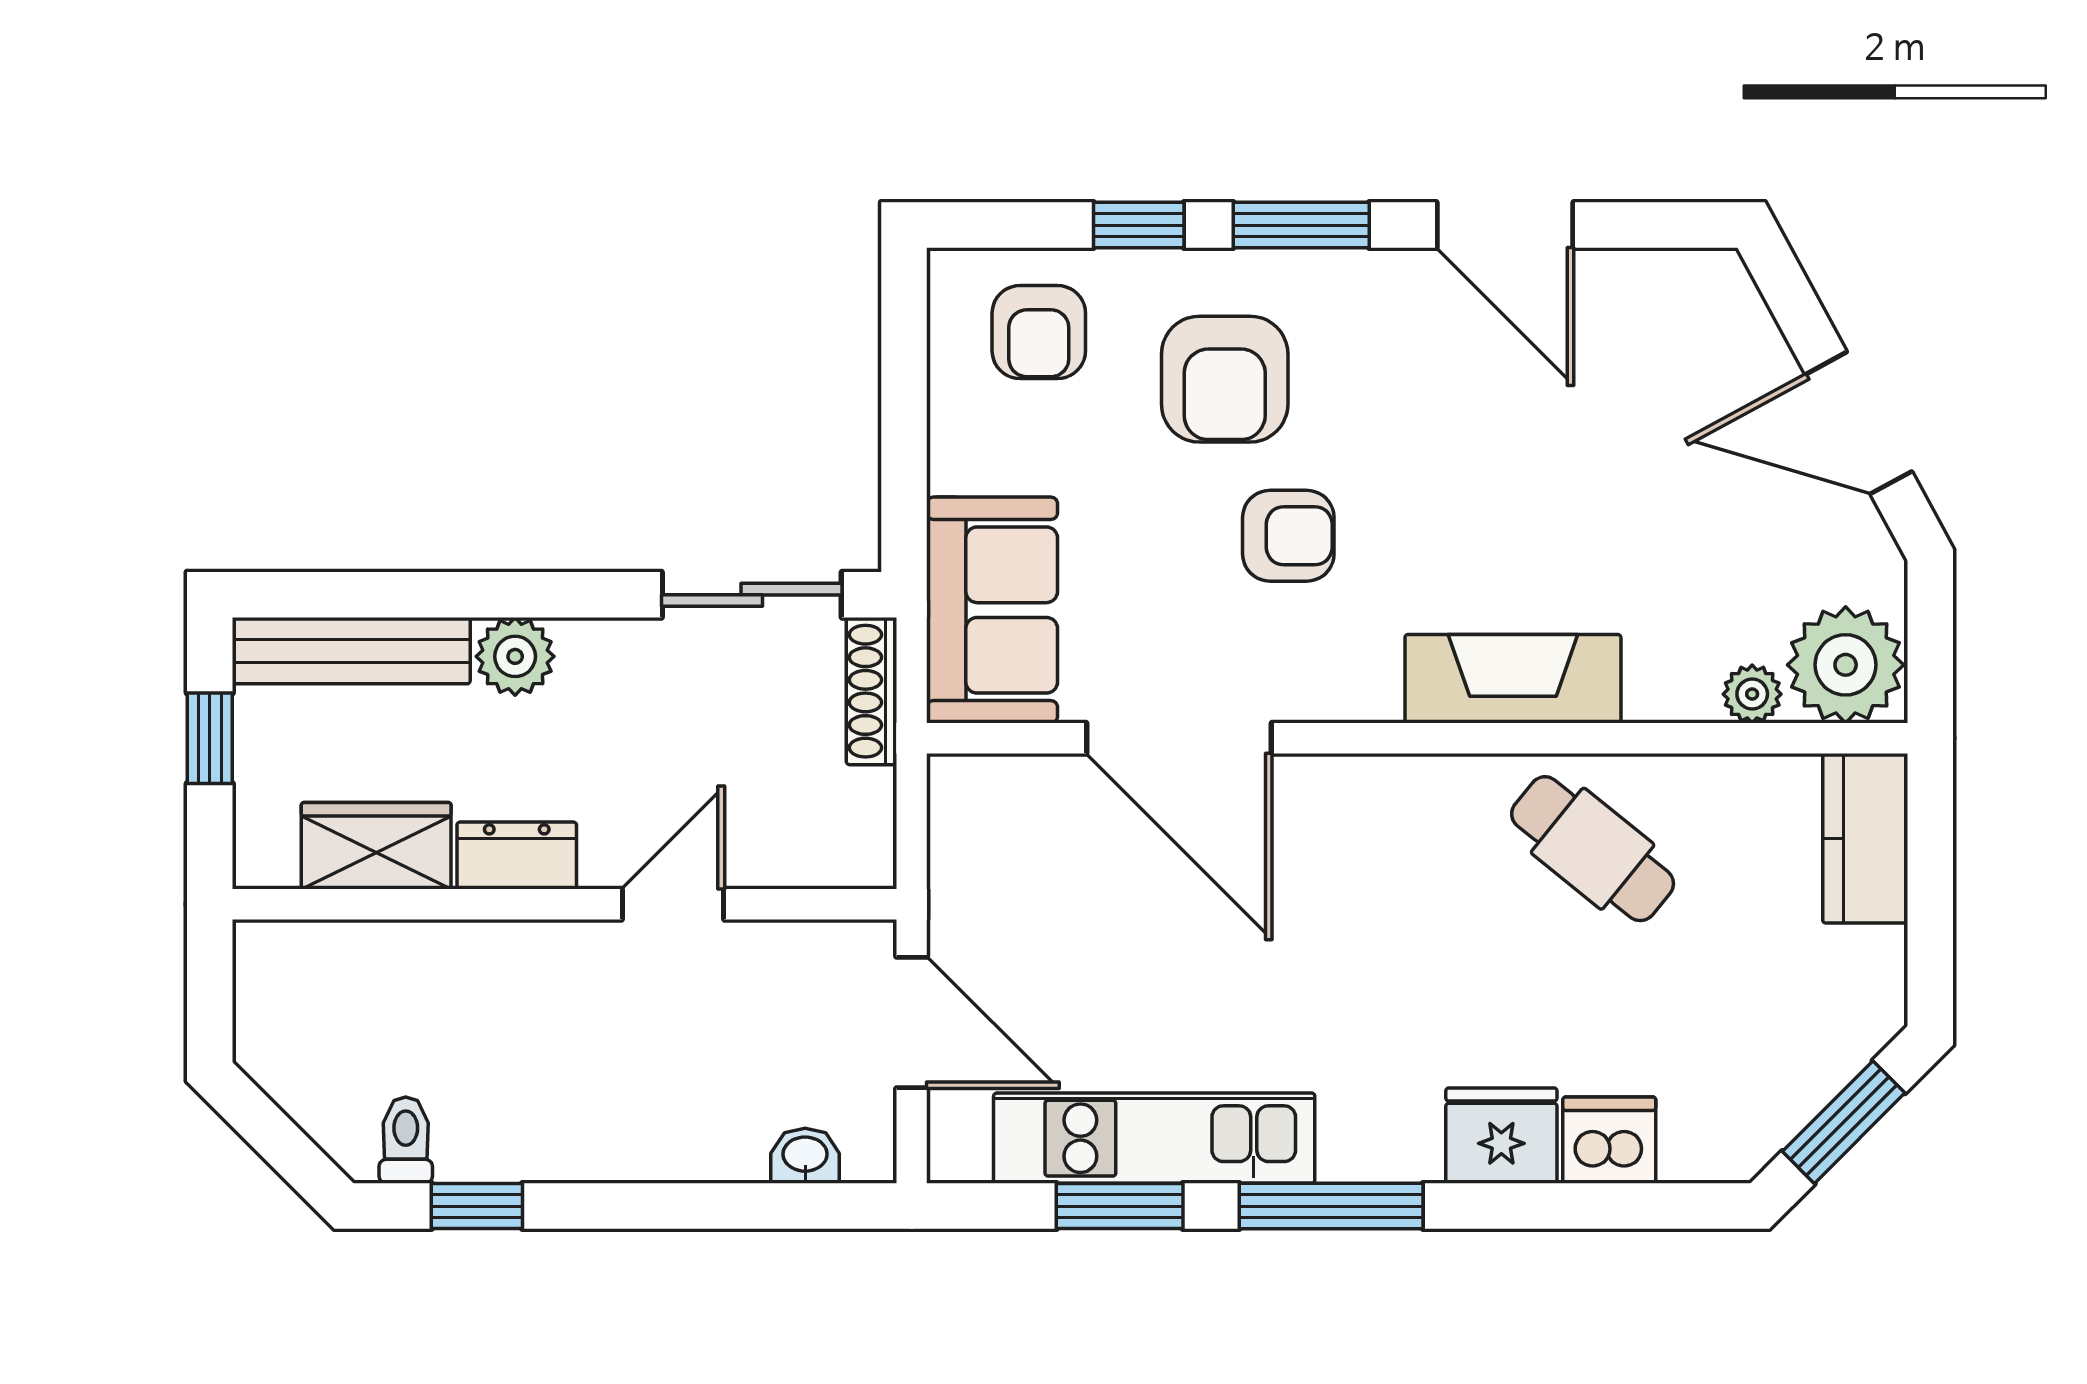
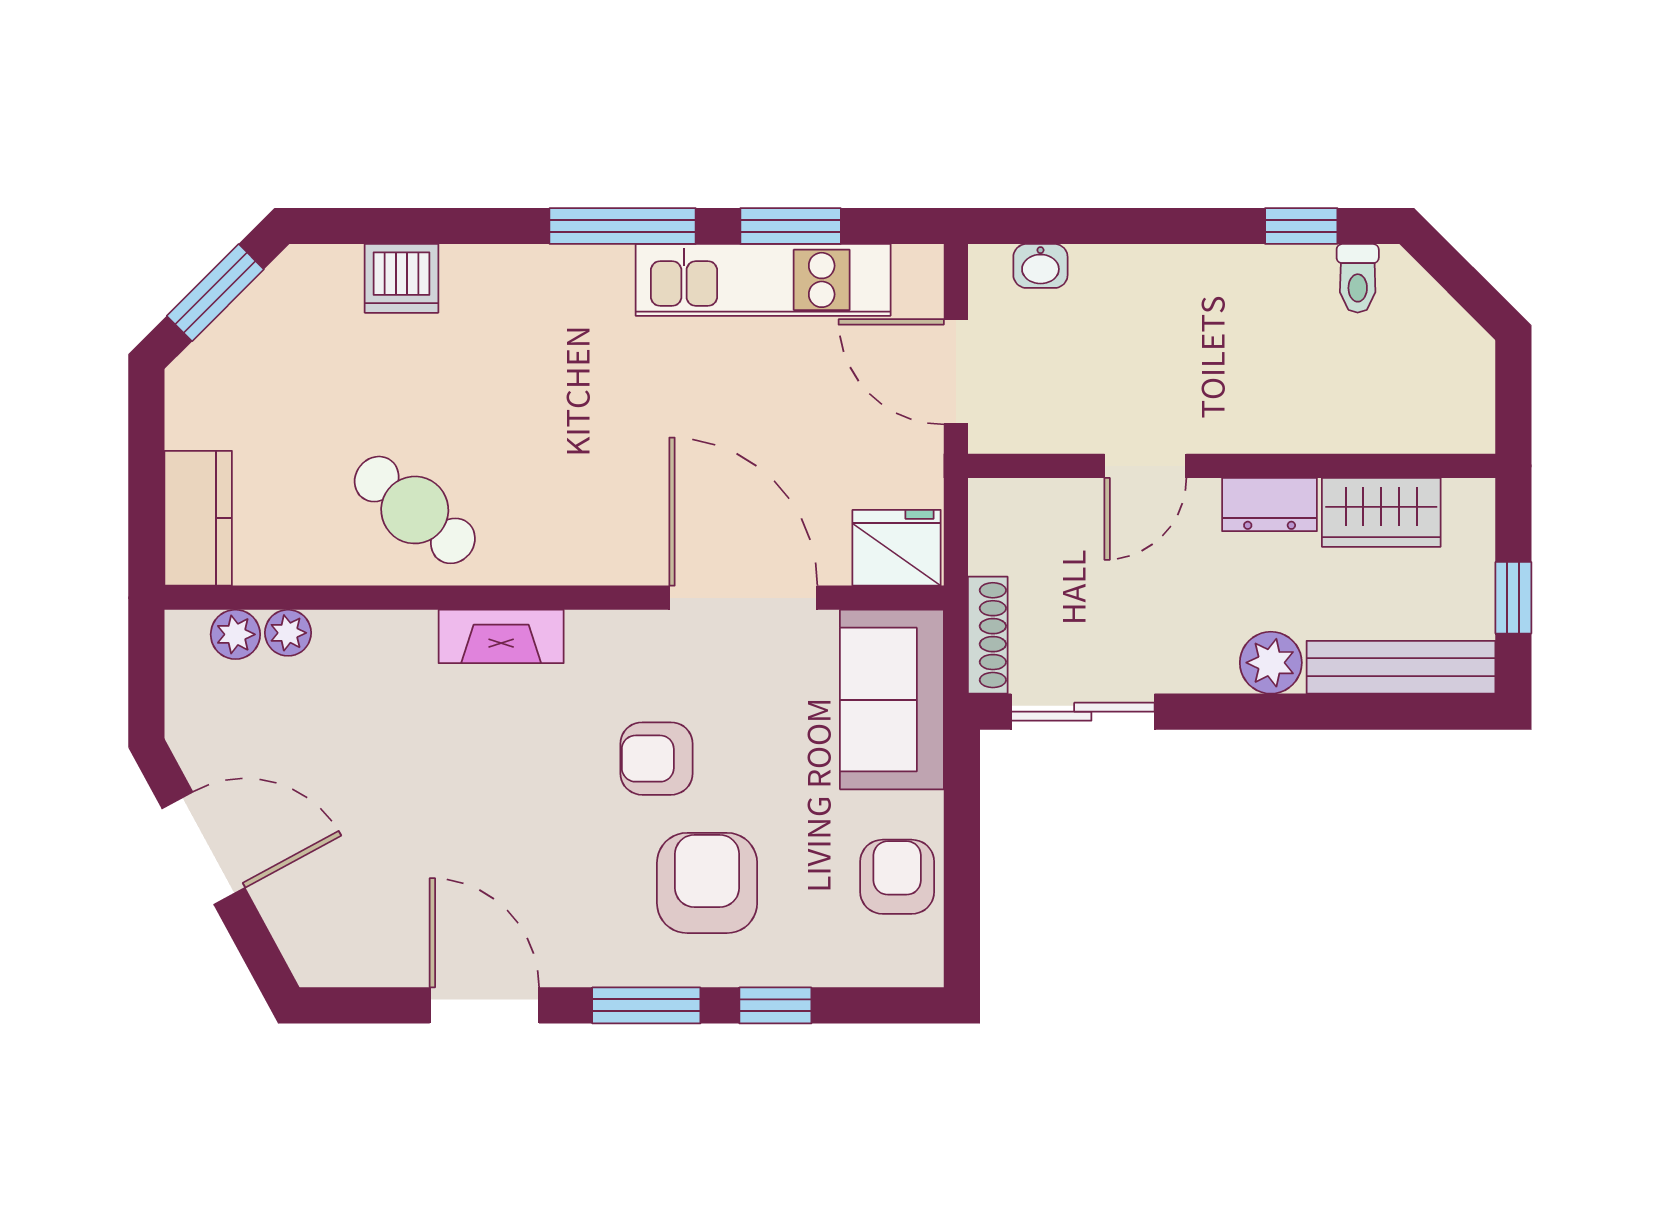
armchair: (1039, 332) -> (897, 877), moved
plant: (1846, 665) -> (235, 634), width x0.53, depth x0.53
fireplace: (1513, 679) -> (501, 636), width x0.73, depth x0.76
fridge: (1501, 1136) -> (897, 548), moved, turned 180

